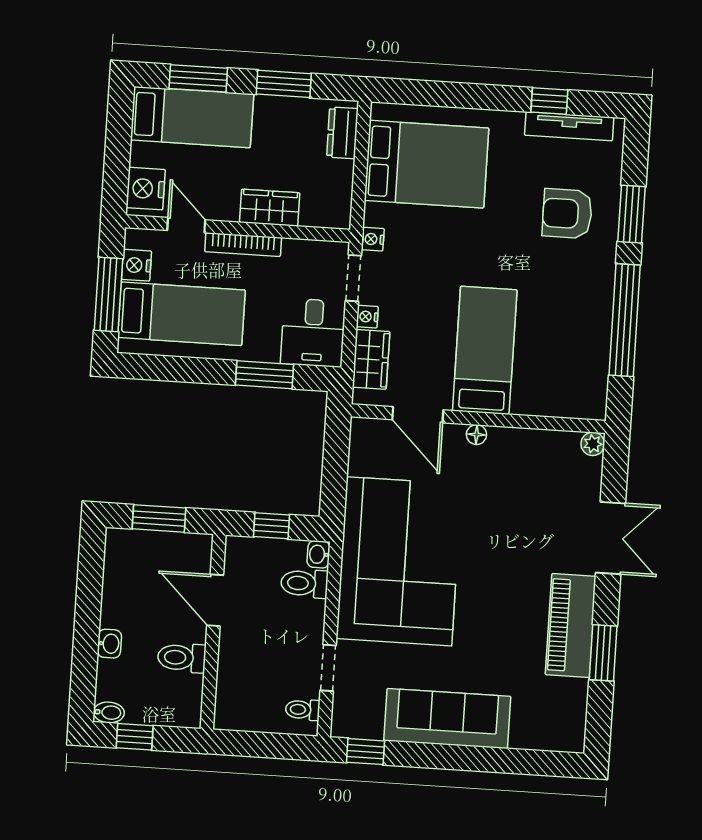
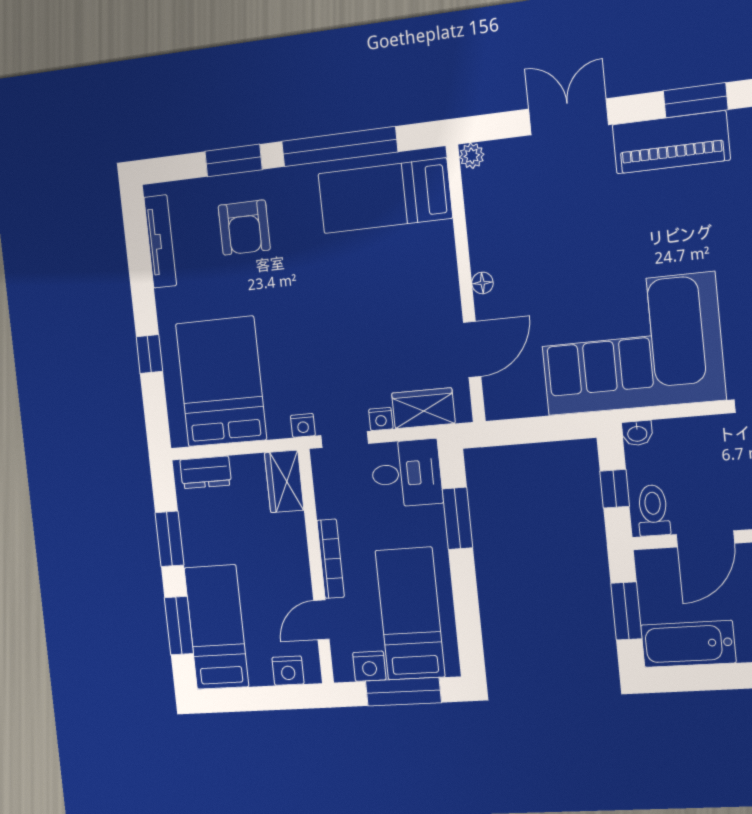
window: (549, 101) -> (149, 354), moved
nightstand: (146, 189) -> (288, 671), width x0.74, depth x0.75
wardrobe: (270, 208) -> (284, 481), moved
bed: (485, 350) -> (385, 196), moved
bathtub: (122, 570) -> (688, 644), added
toilet: (304, 583) -> (653, 510), moved, turned 180

